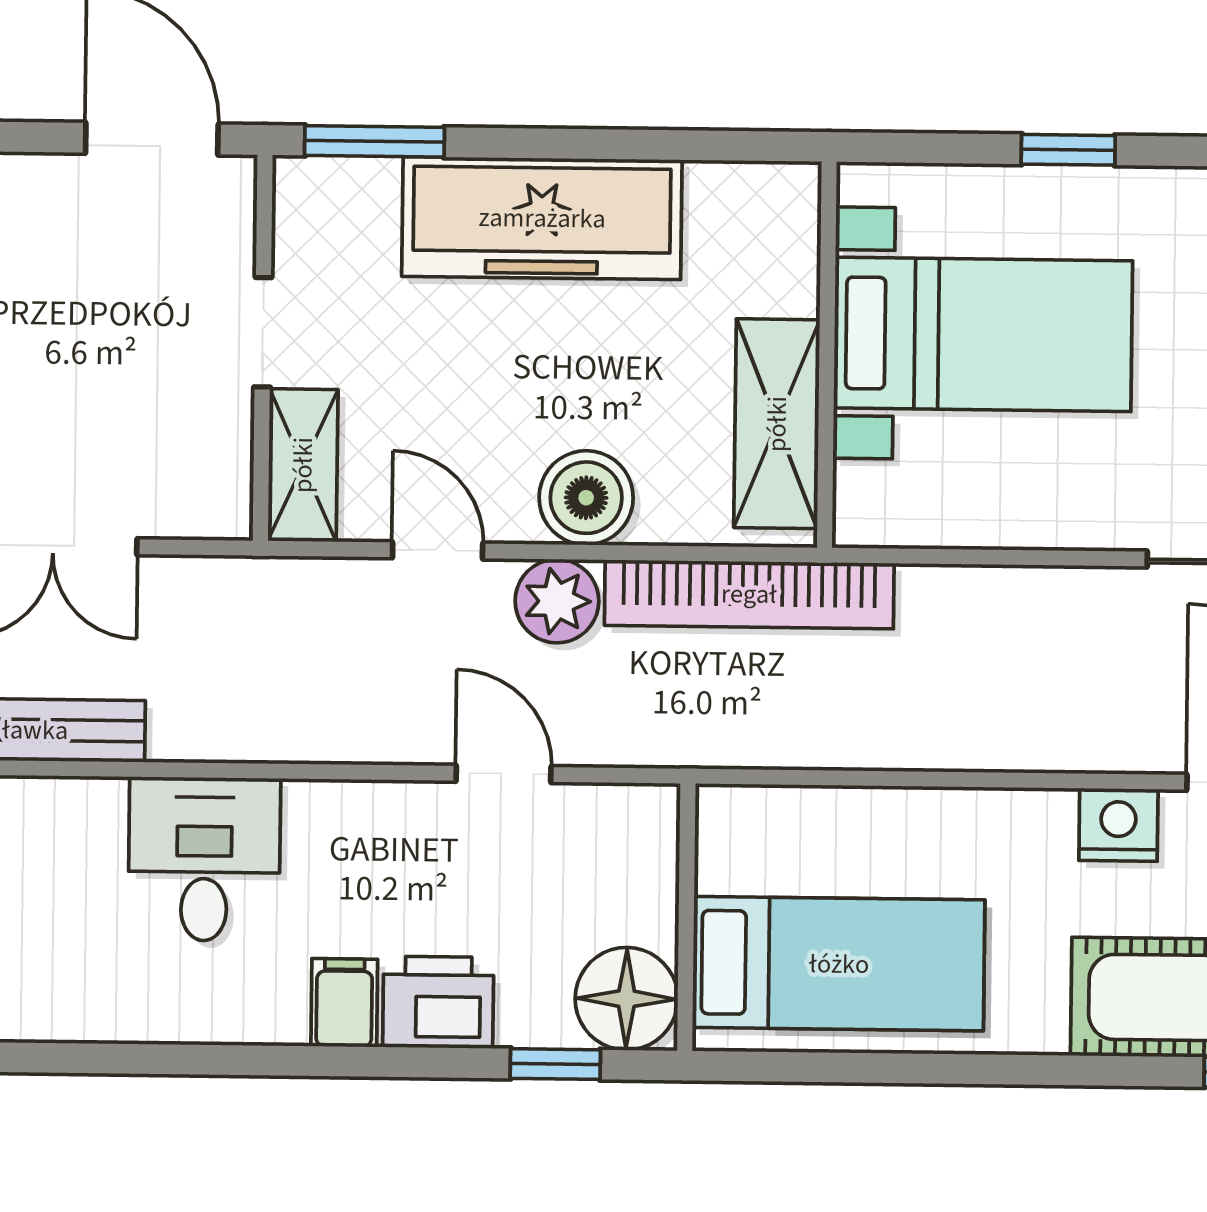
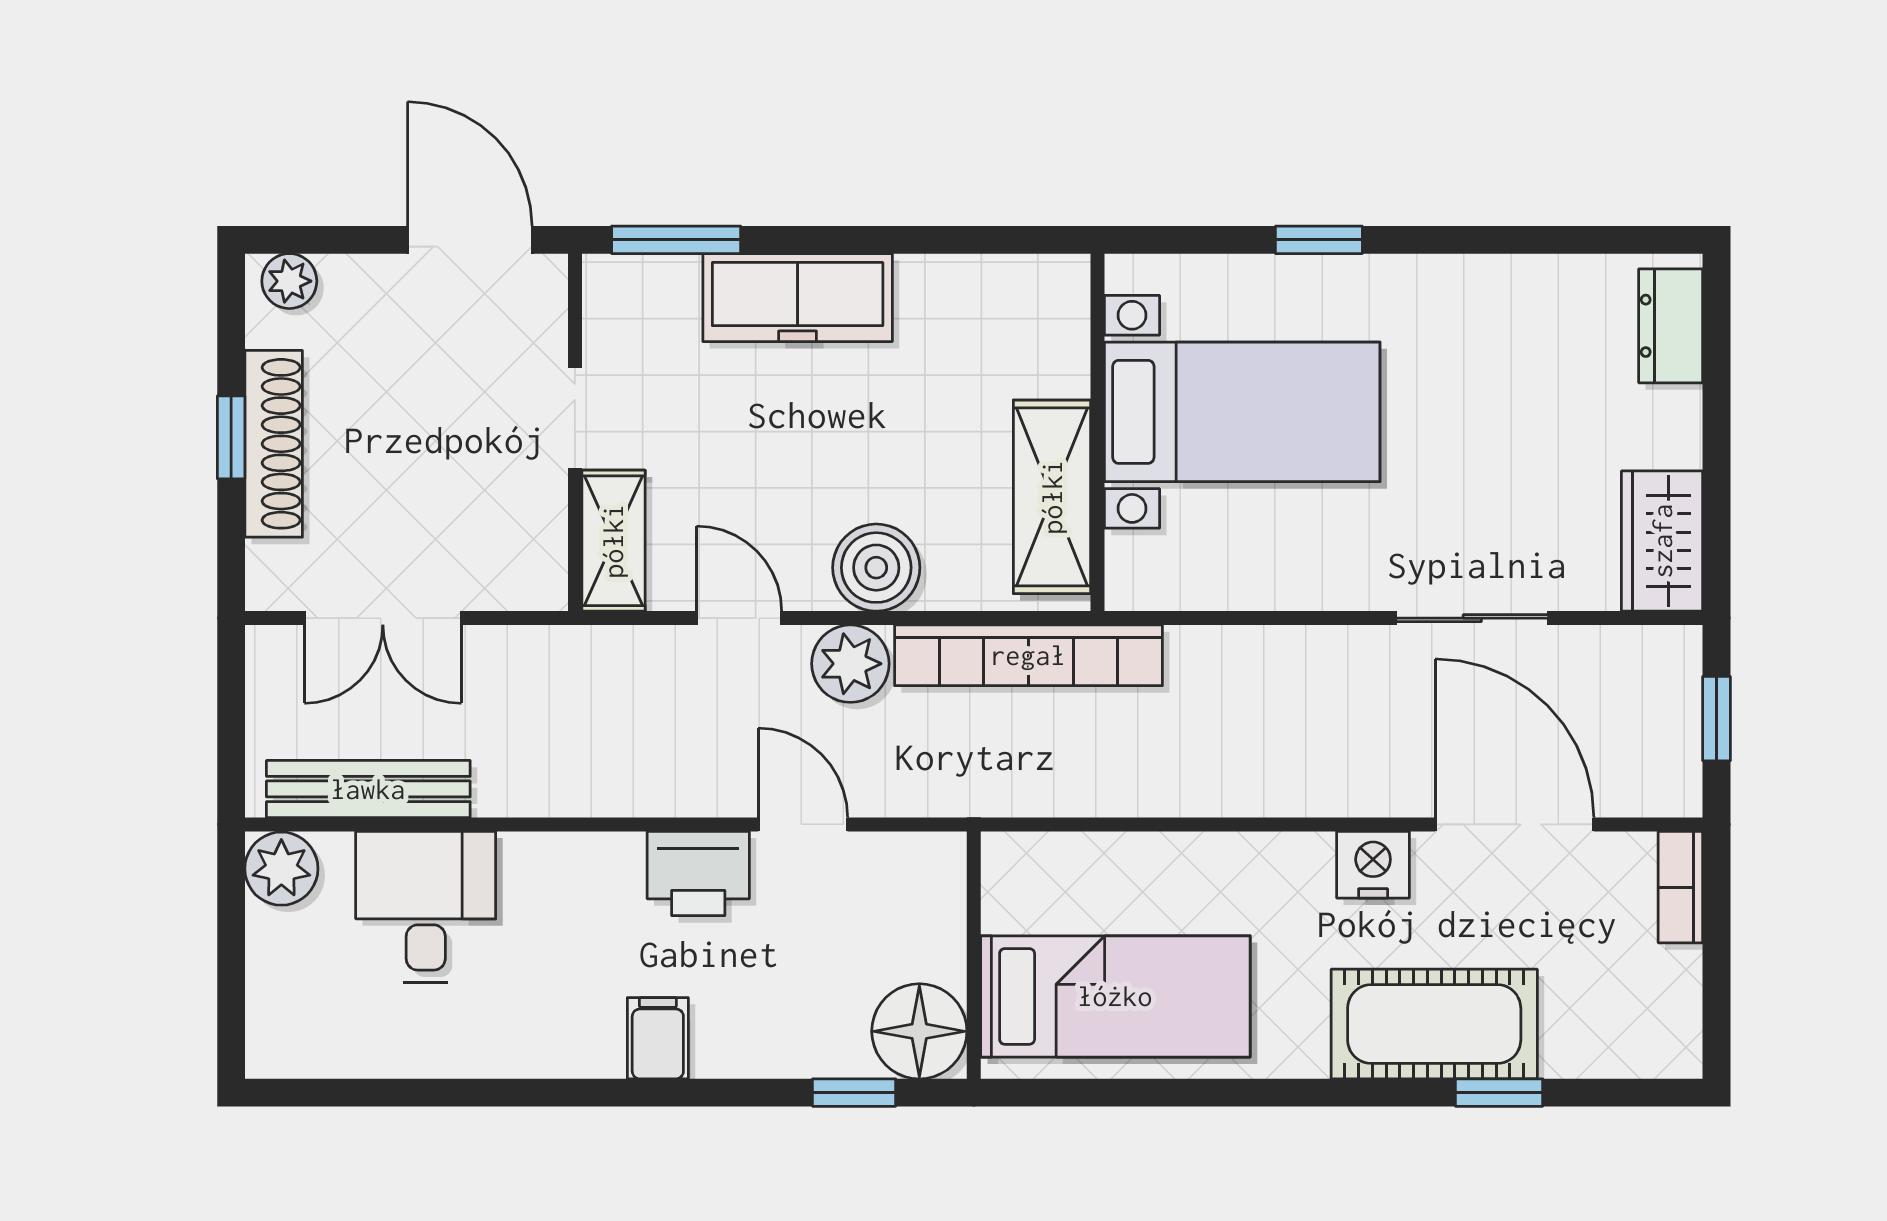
freezer: (542, 218) -> (798, 298), width x0.73, depth x0.79
desk: (204, 859) -> (426, 907), moved
printer: (438, 1002) -> (698, 873), moved, turned 180

